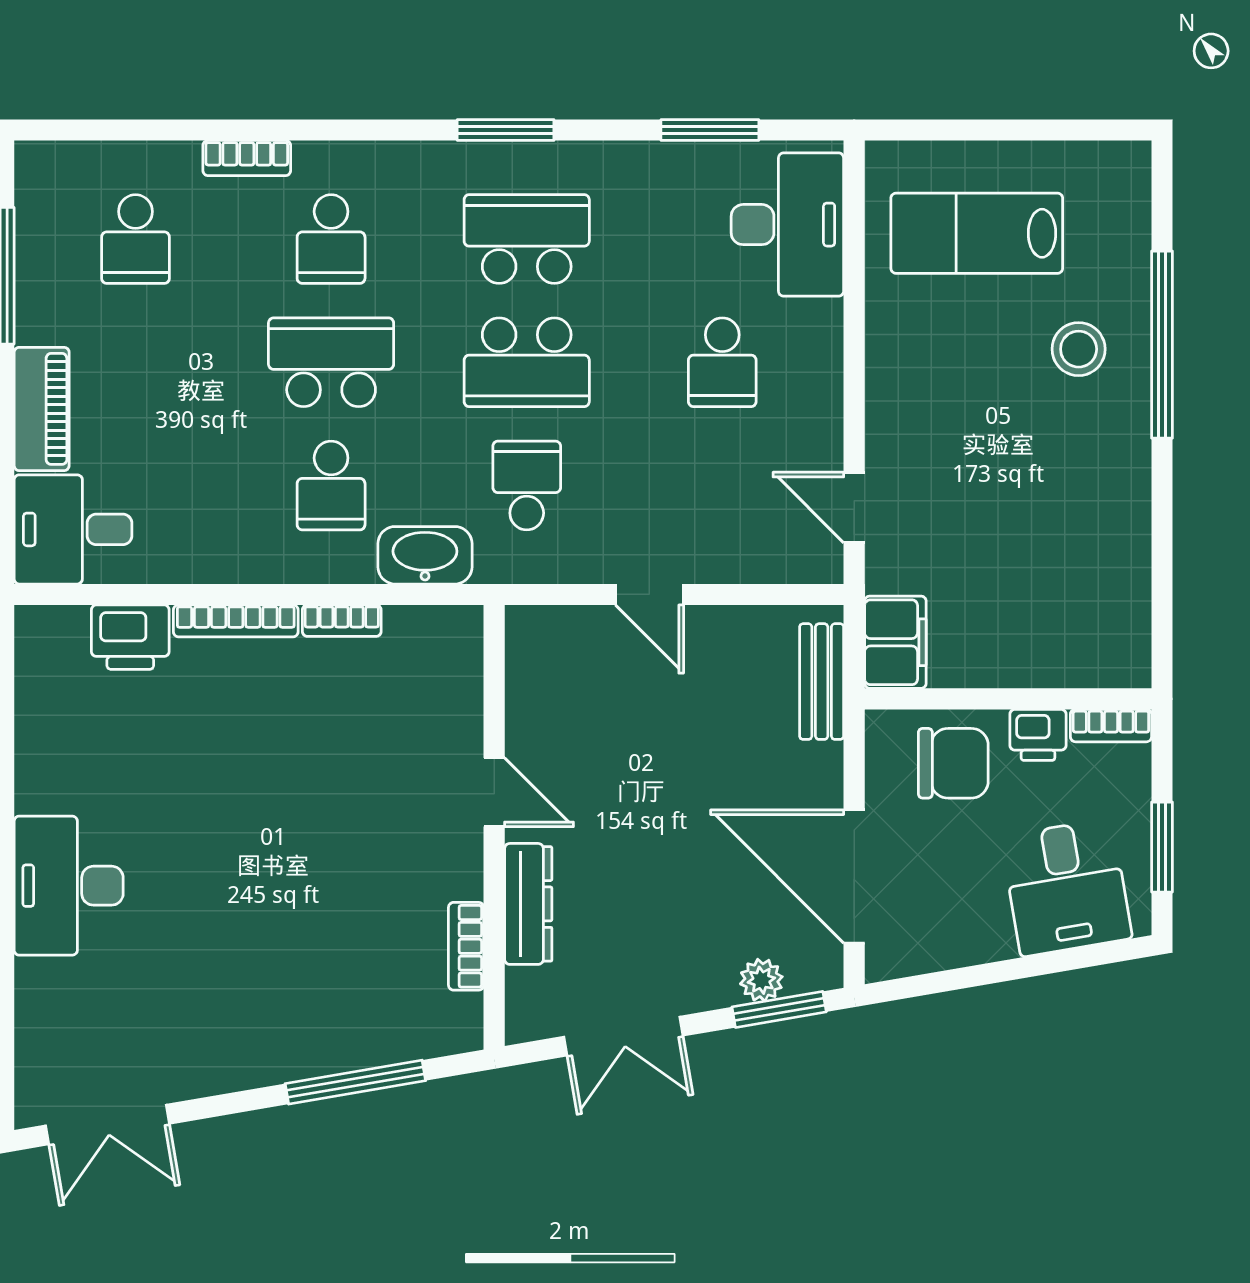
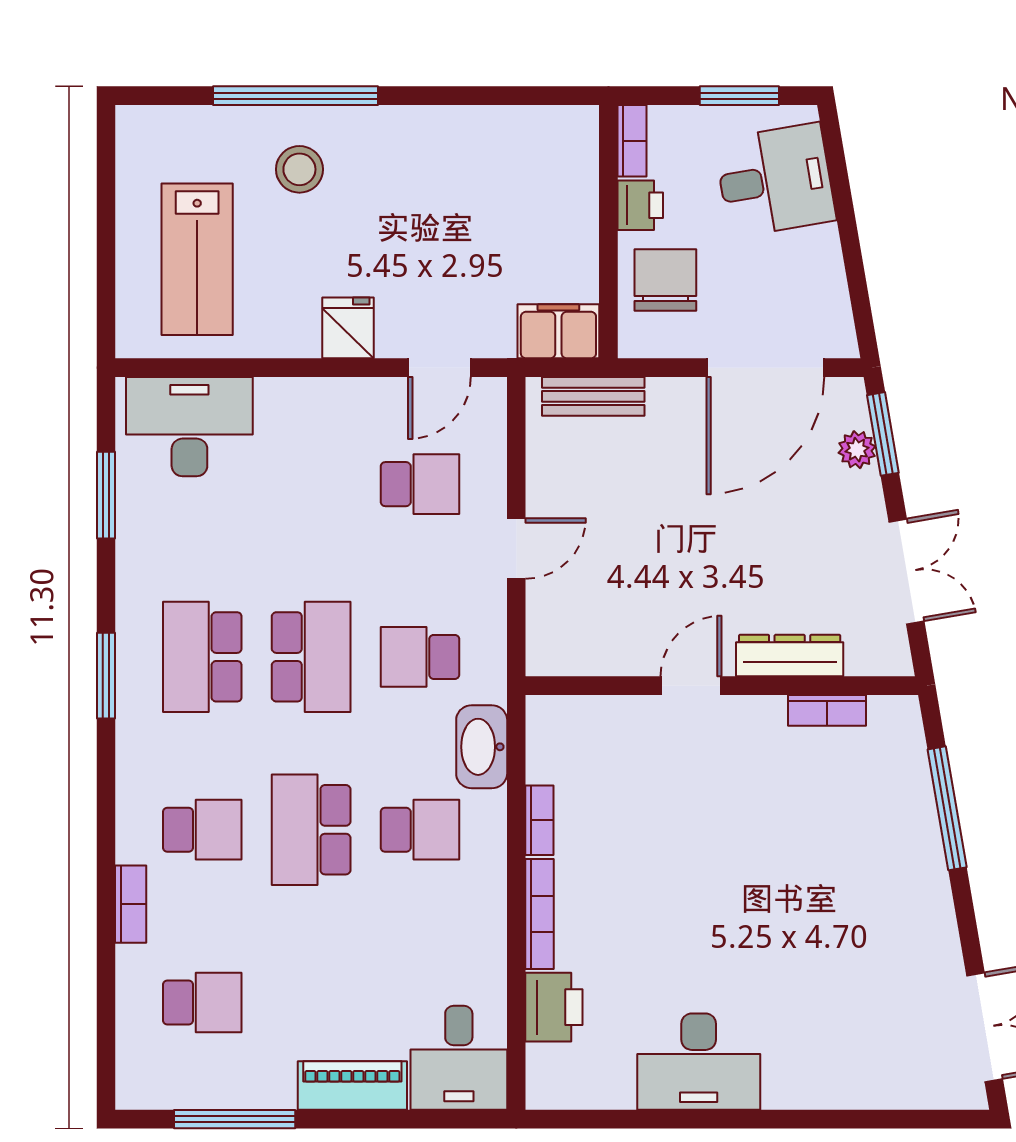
school desk: (722, 362) -> (420, 484), moved
fridge: (899, 404) -> (348, 328), added
desk: (69, 886) -> (699, 1062), moved

